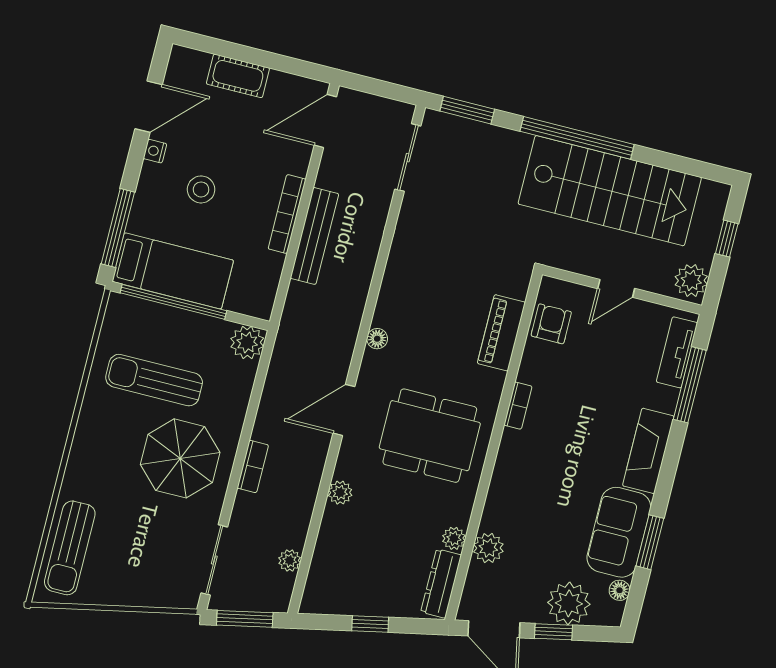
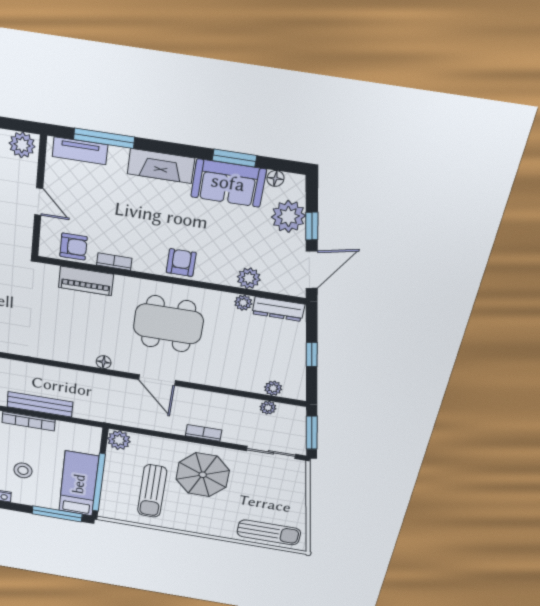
armchair: (551, 324) -> (74, 247), turned 180
bookcase: (518, 406) -> (114, 262), moved
dining table: (430, 436) -> (168, 324), turned 90
armchair: (517, 462) -> (181, 263), added
plant: (340, 493) -> (273, 388), moved

